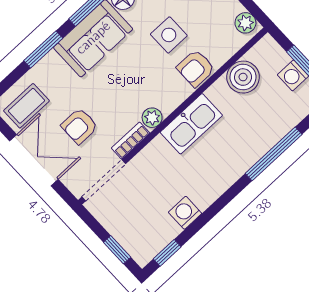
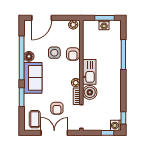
boiler: (243, 77) -> (90, 92), moved
washing machine: (185, 213) -> (116, 125), moved

